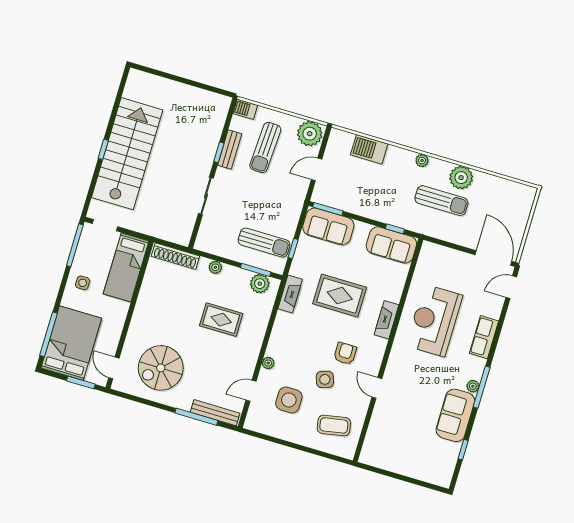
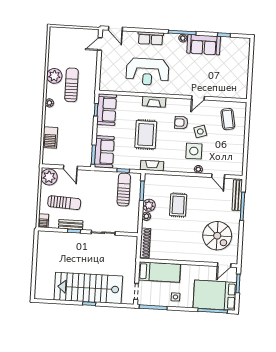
door: (493, 258) -> (100, 44), width x0.53
plant: (260, 284) -> (149, 205), moved
side table: (289, 400) -> (194, 151), moved

